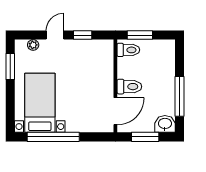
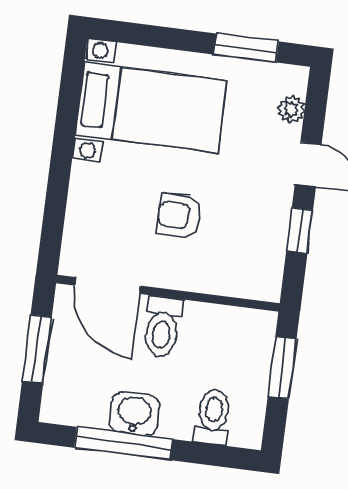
toilet: (128, 50) -> (213, 417), moved, turned 180
armchair: (83, 85) -> (179, 216), added
washbasin: (165, 124) -> (134, 413), moved, turned -90
window: (53, 137) -> (65, 129), removed

